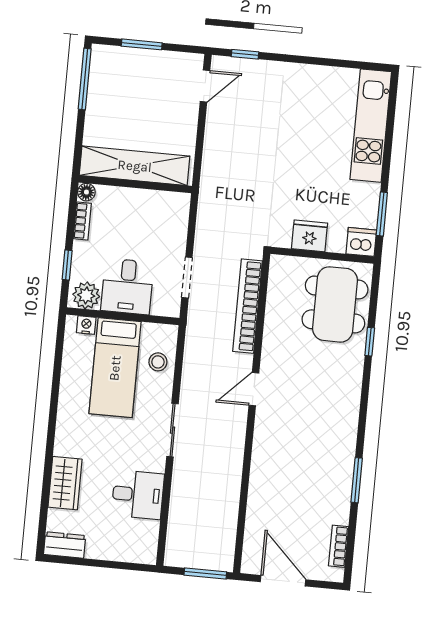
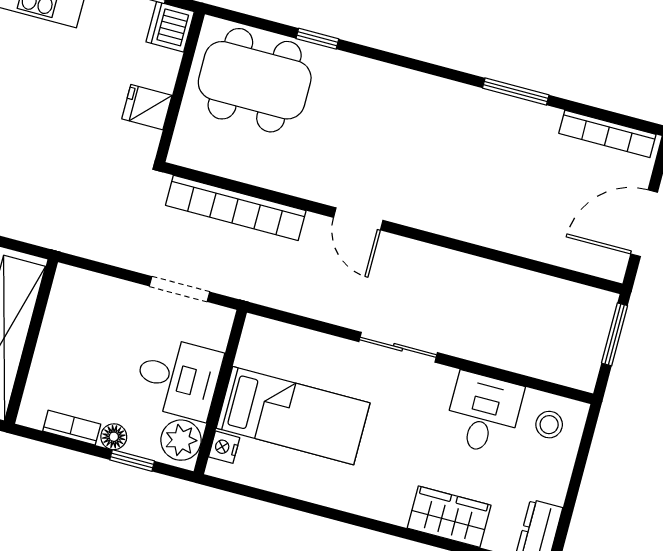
floor lamp: (86, 192) -> (114, 437), moved
fridge: (310, 236) -> (147, 107), width x0.72
stool: (158, 362) -> (549, 425), moved
bookcase: (339, 546) -> (607, 134), width x1.56

